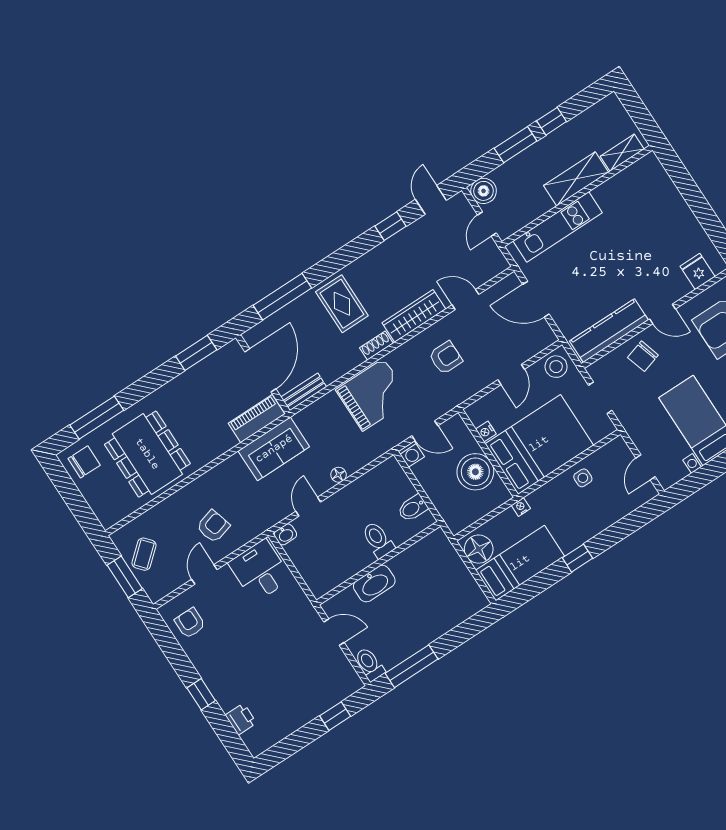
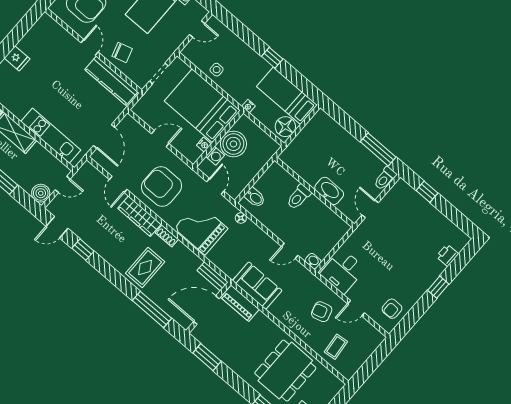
fridge: (698, 271) -> (17, 58), moved, turned -90
armchair: (446, 358) -> (162, 186), width x1.88, depth x1.88
stool: (556, 367) -> (146, 110), removed
washing machine: (411, 454) -> (215, 156), moved, turned 90
floor lamp: (339, 475) -> (241, 218), moved
bidet: (413, 508) -> (255, 197), moved
coffee table: (144, 554) -> (336, 347), moved, turned -55
window: (125, 577) -> (373, 362), removed

